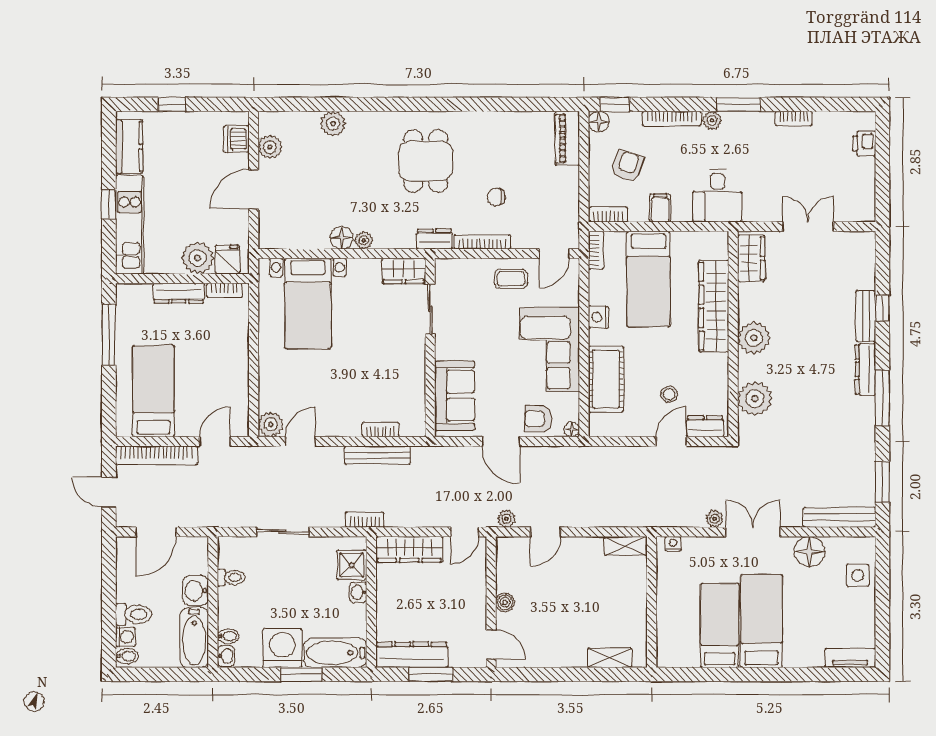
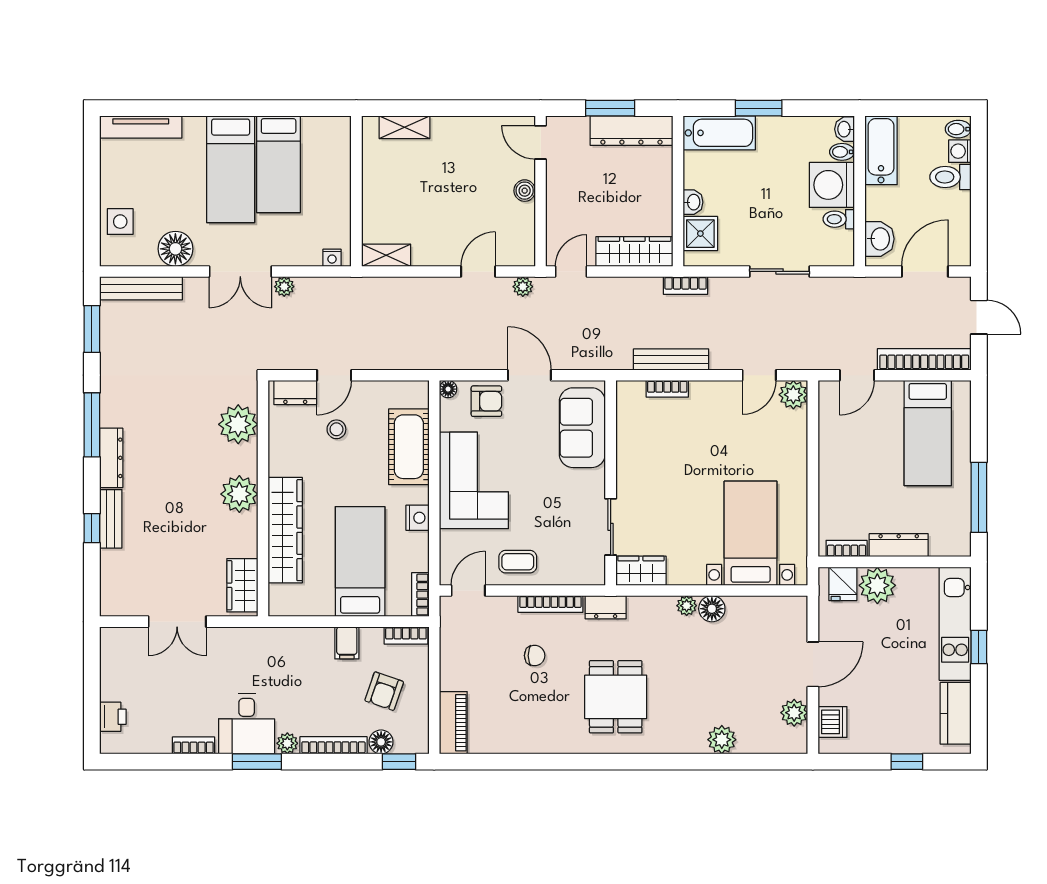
floor lamp: (599, 122) -> (381, 742), moved
desk: (717, 196) -> (247, 724), moved, turned 180
washbasin: (196, 591) -> (879, 239), moved
washing machine: (282, 648) -> (832, 185), moved, turned 90
tv unit: (850, 658) -> (141, 127), width x1.41

